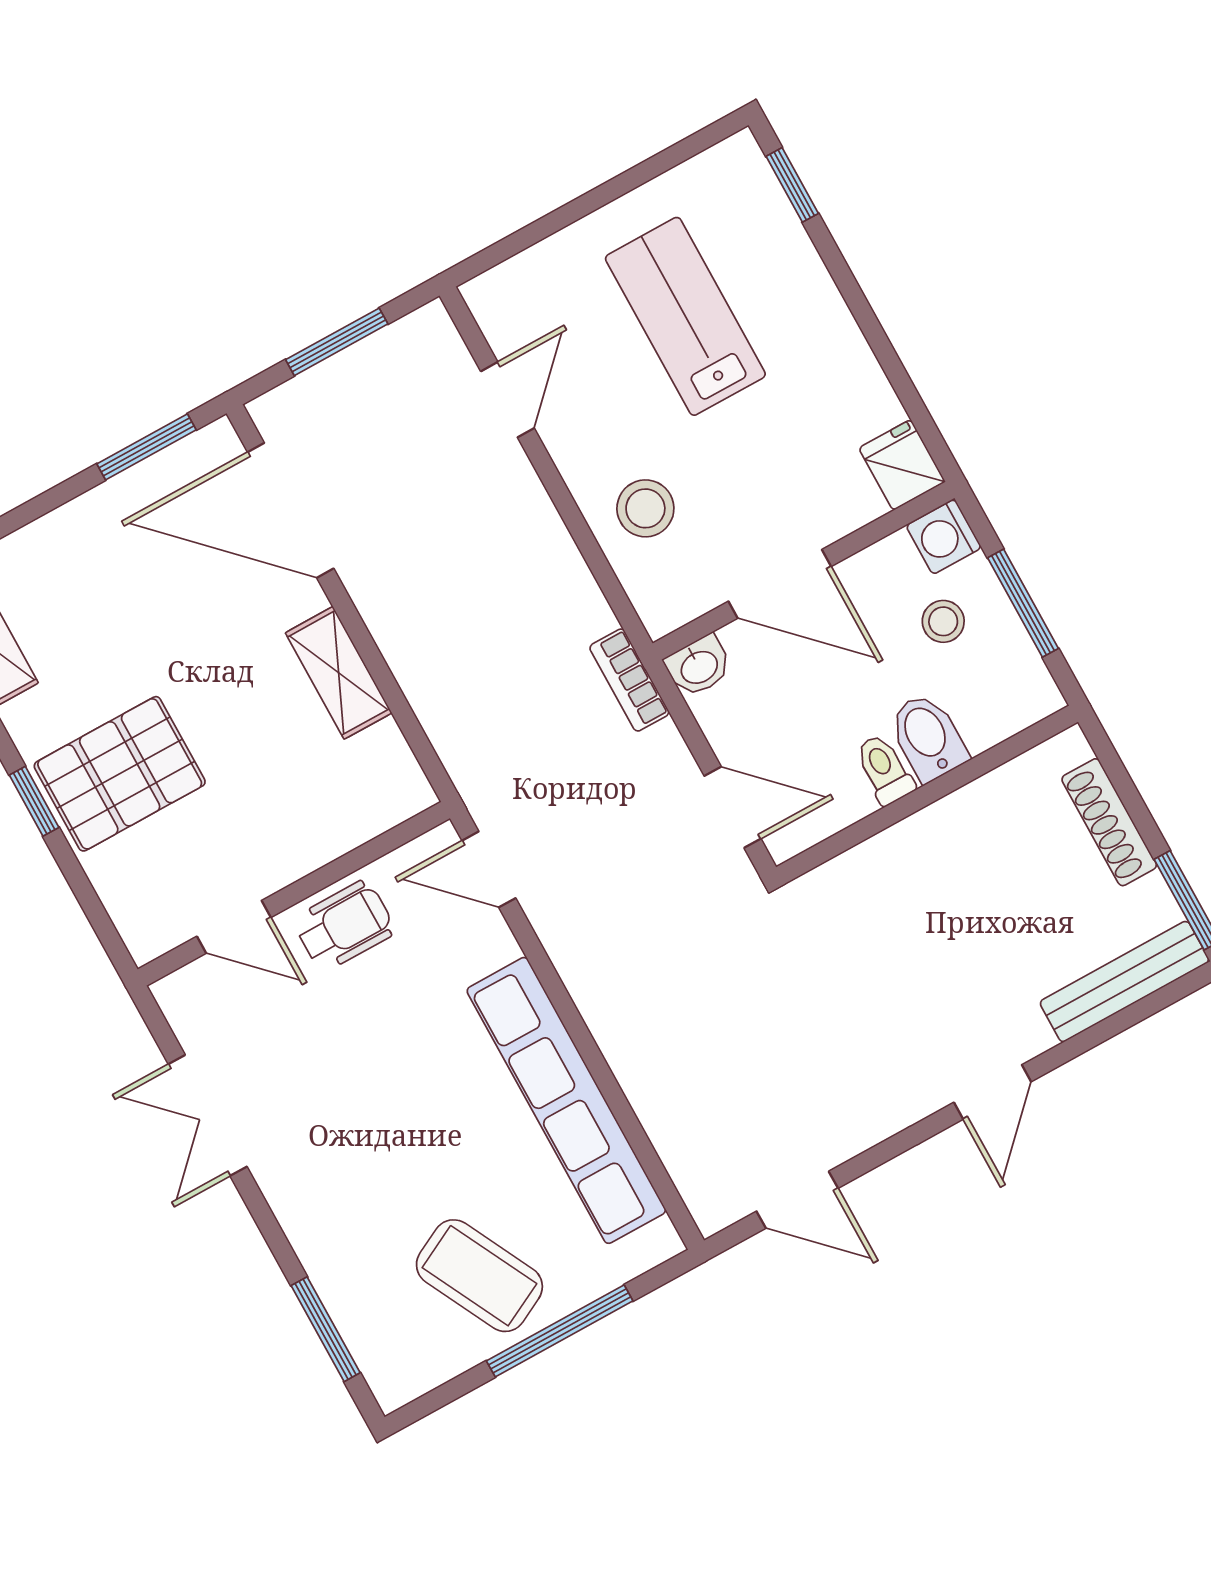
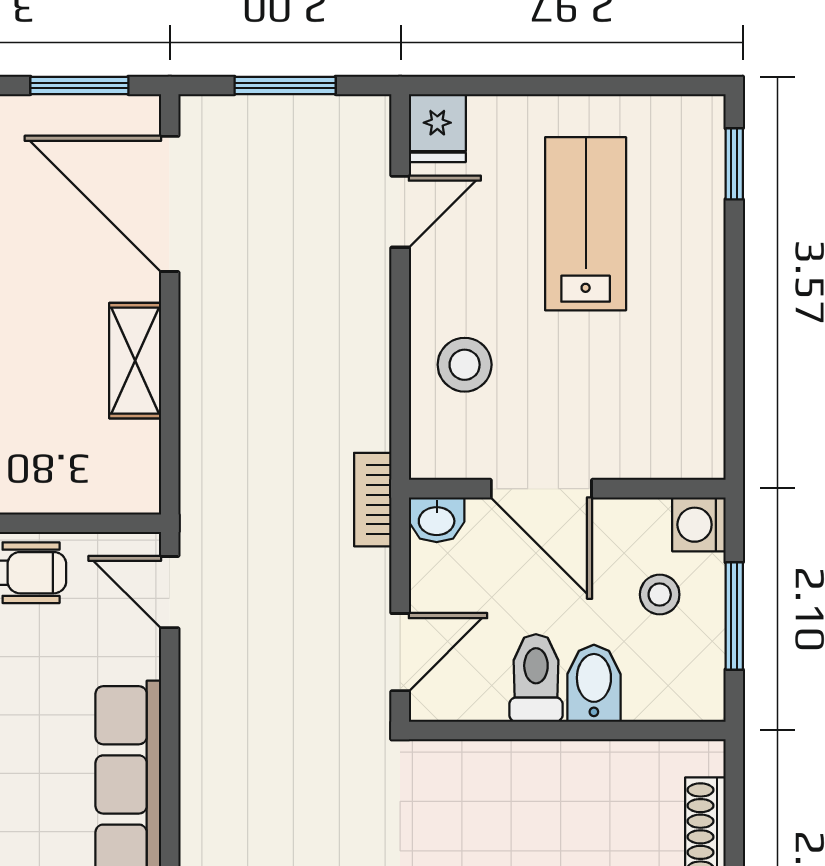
fridge: (902, 465) -> (437, 128), moved, turned 180
toilet: (884, 769) -> (536, 678), width x1.37, depth x1.39
door: (733, 807) -> (400, 652), hinge flipped

